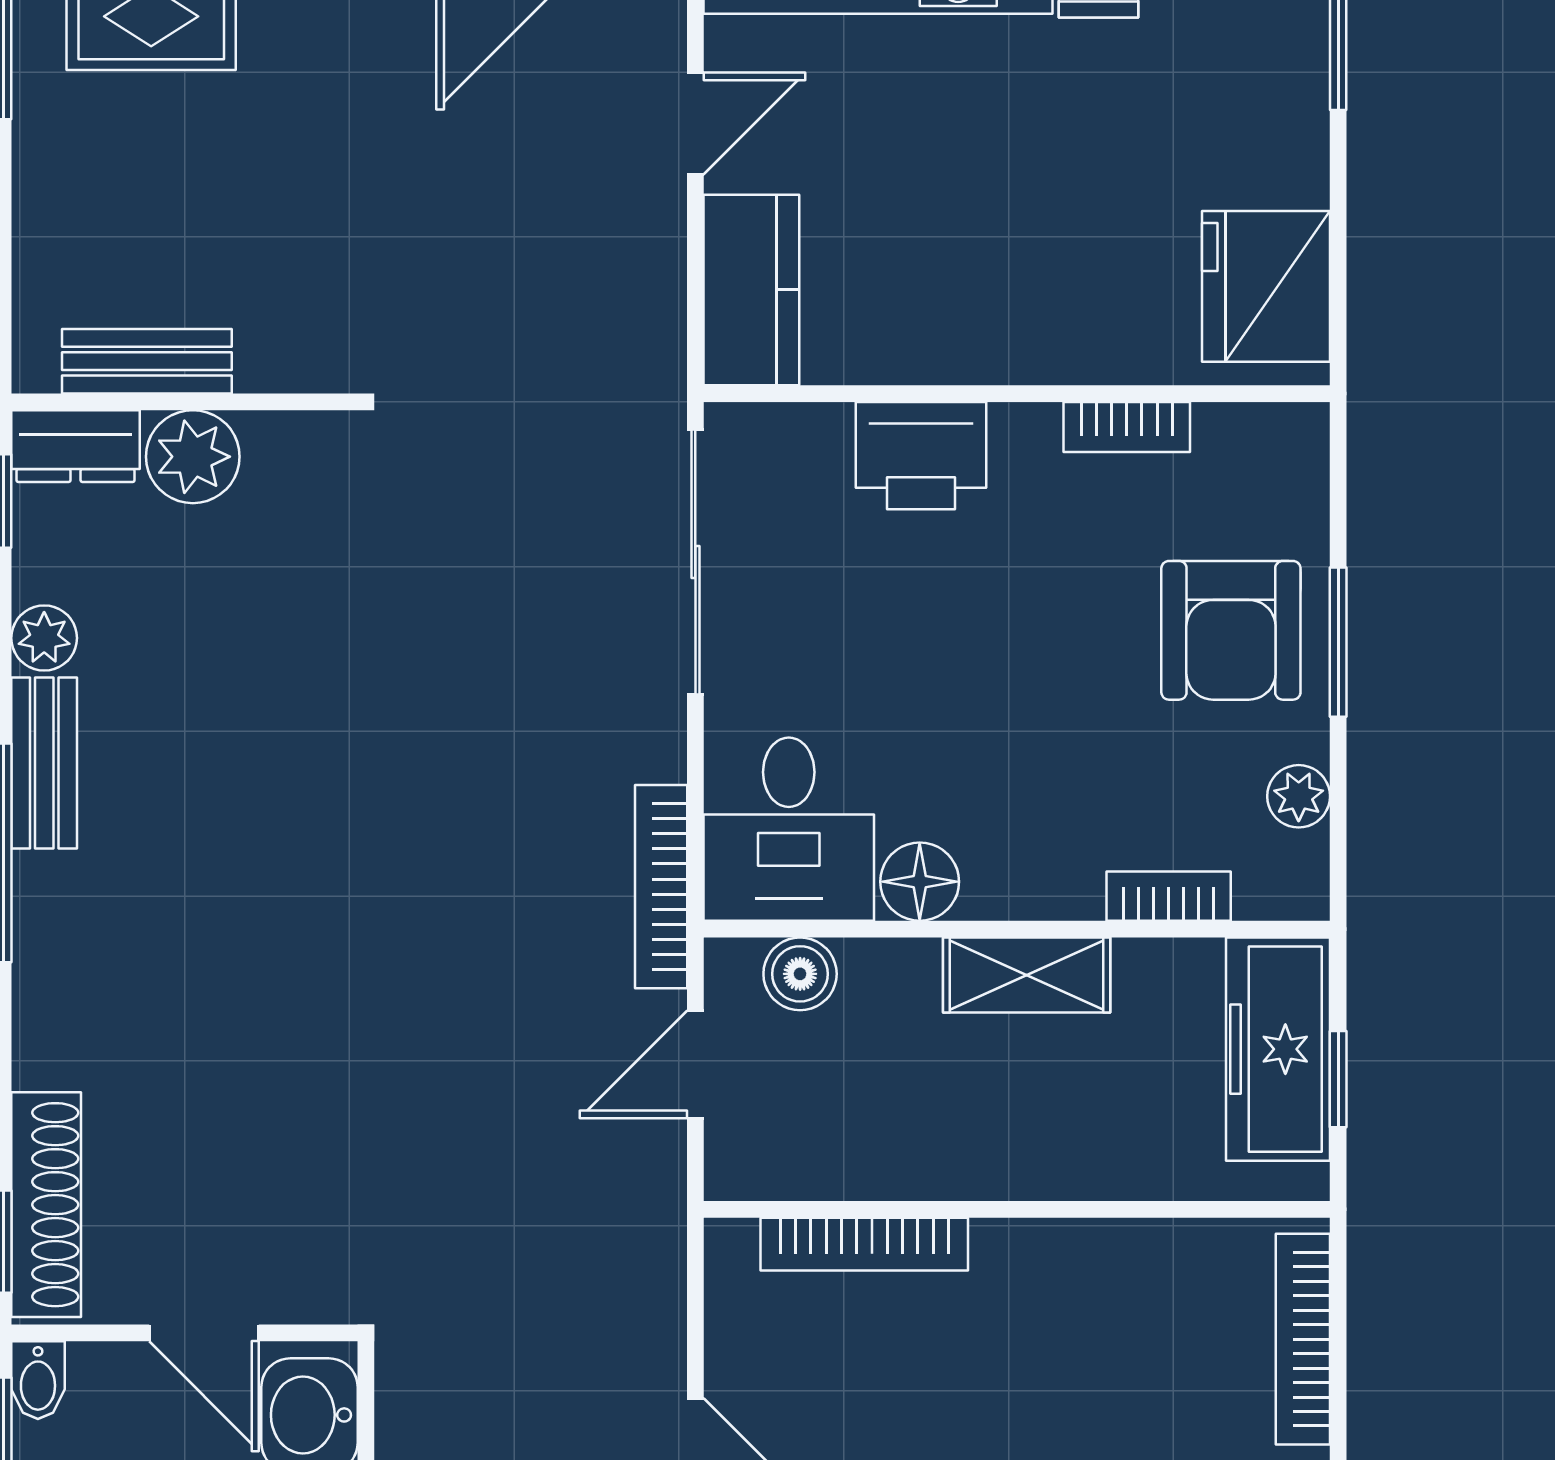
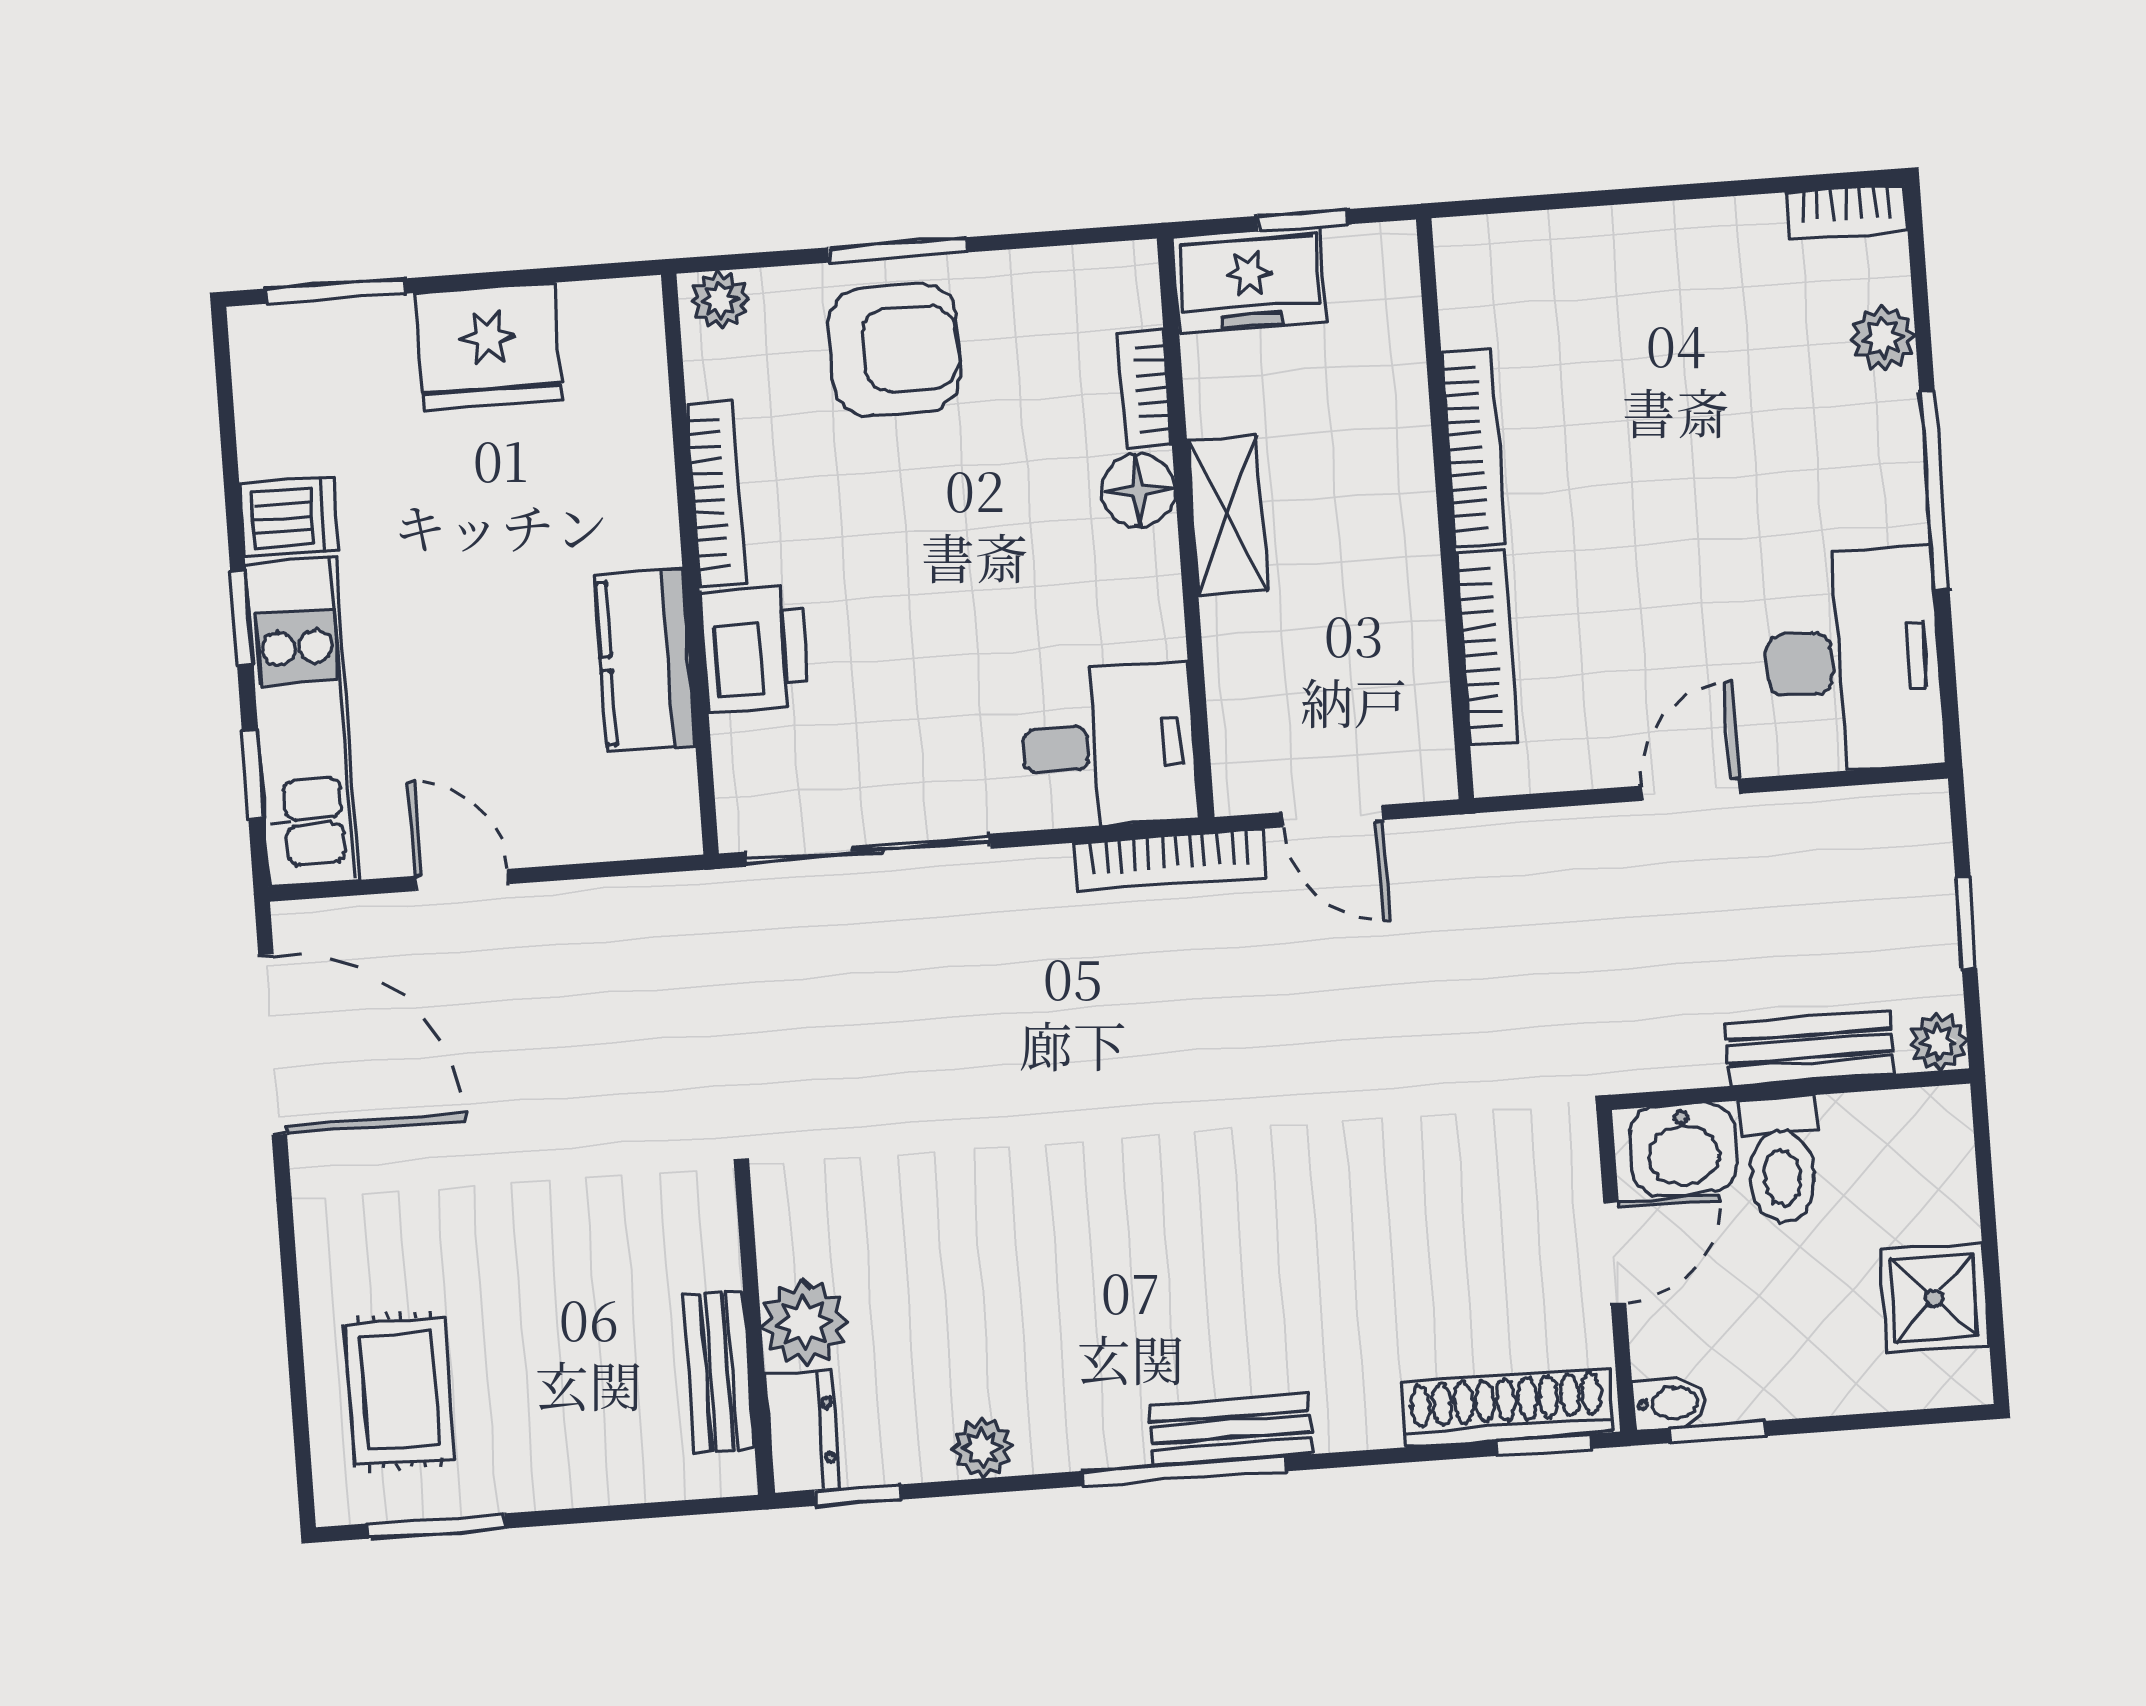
fridge: (1266, 286) -> (488, 347), moved
kitchen counter: (751, 290) -> (645, 661), moved, turned -90
bookcase: (1127, 427) -> (716, 493), width x1.56
bench: (44, 763) -> (1230, 1430), moved
plant: (1299, 796) -> (720, 300), moved
floor lamp: (920, 882) -> (1139, 490), moved
boiler: (800, 974) -> (1242, 725), removed
freezer: (1278, 1049) -> (1249, 280), width x0.71
bookcase: (1303, 1339) -> (1473, 448), moved, turned -90

